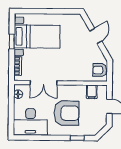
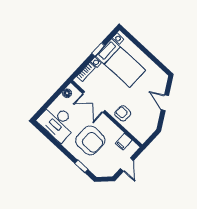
door: (96, 36) -> (165, 103), swing flipped
armchair: (100, 70) -> (123, 113), moved

